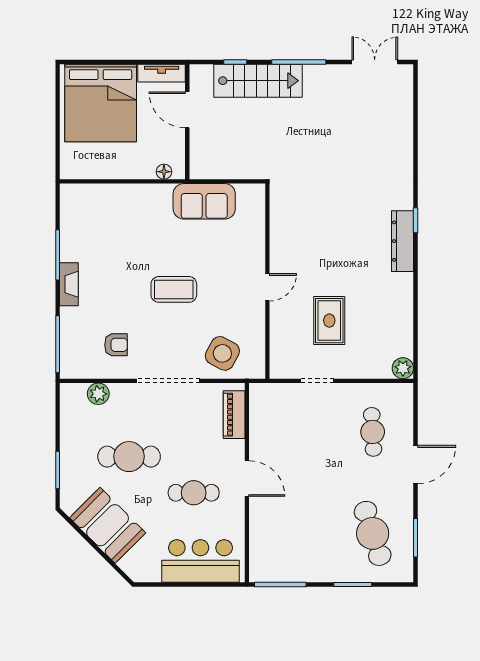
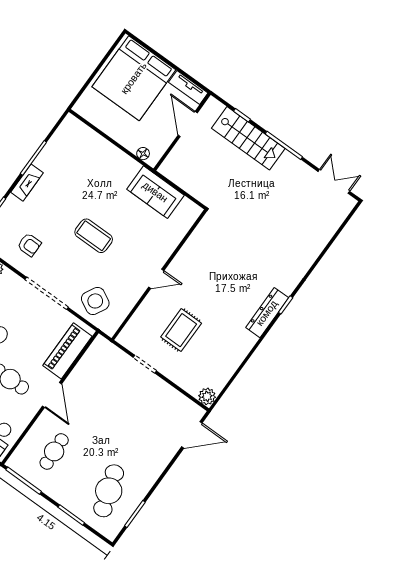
piano: (234, 415) -> (67, 351), width x1.37, depth x1.33
cafe table: (373, 432) -> (54, 451), moved
door: (416, 465) -> (192, 435), moved

